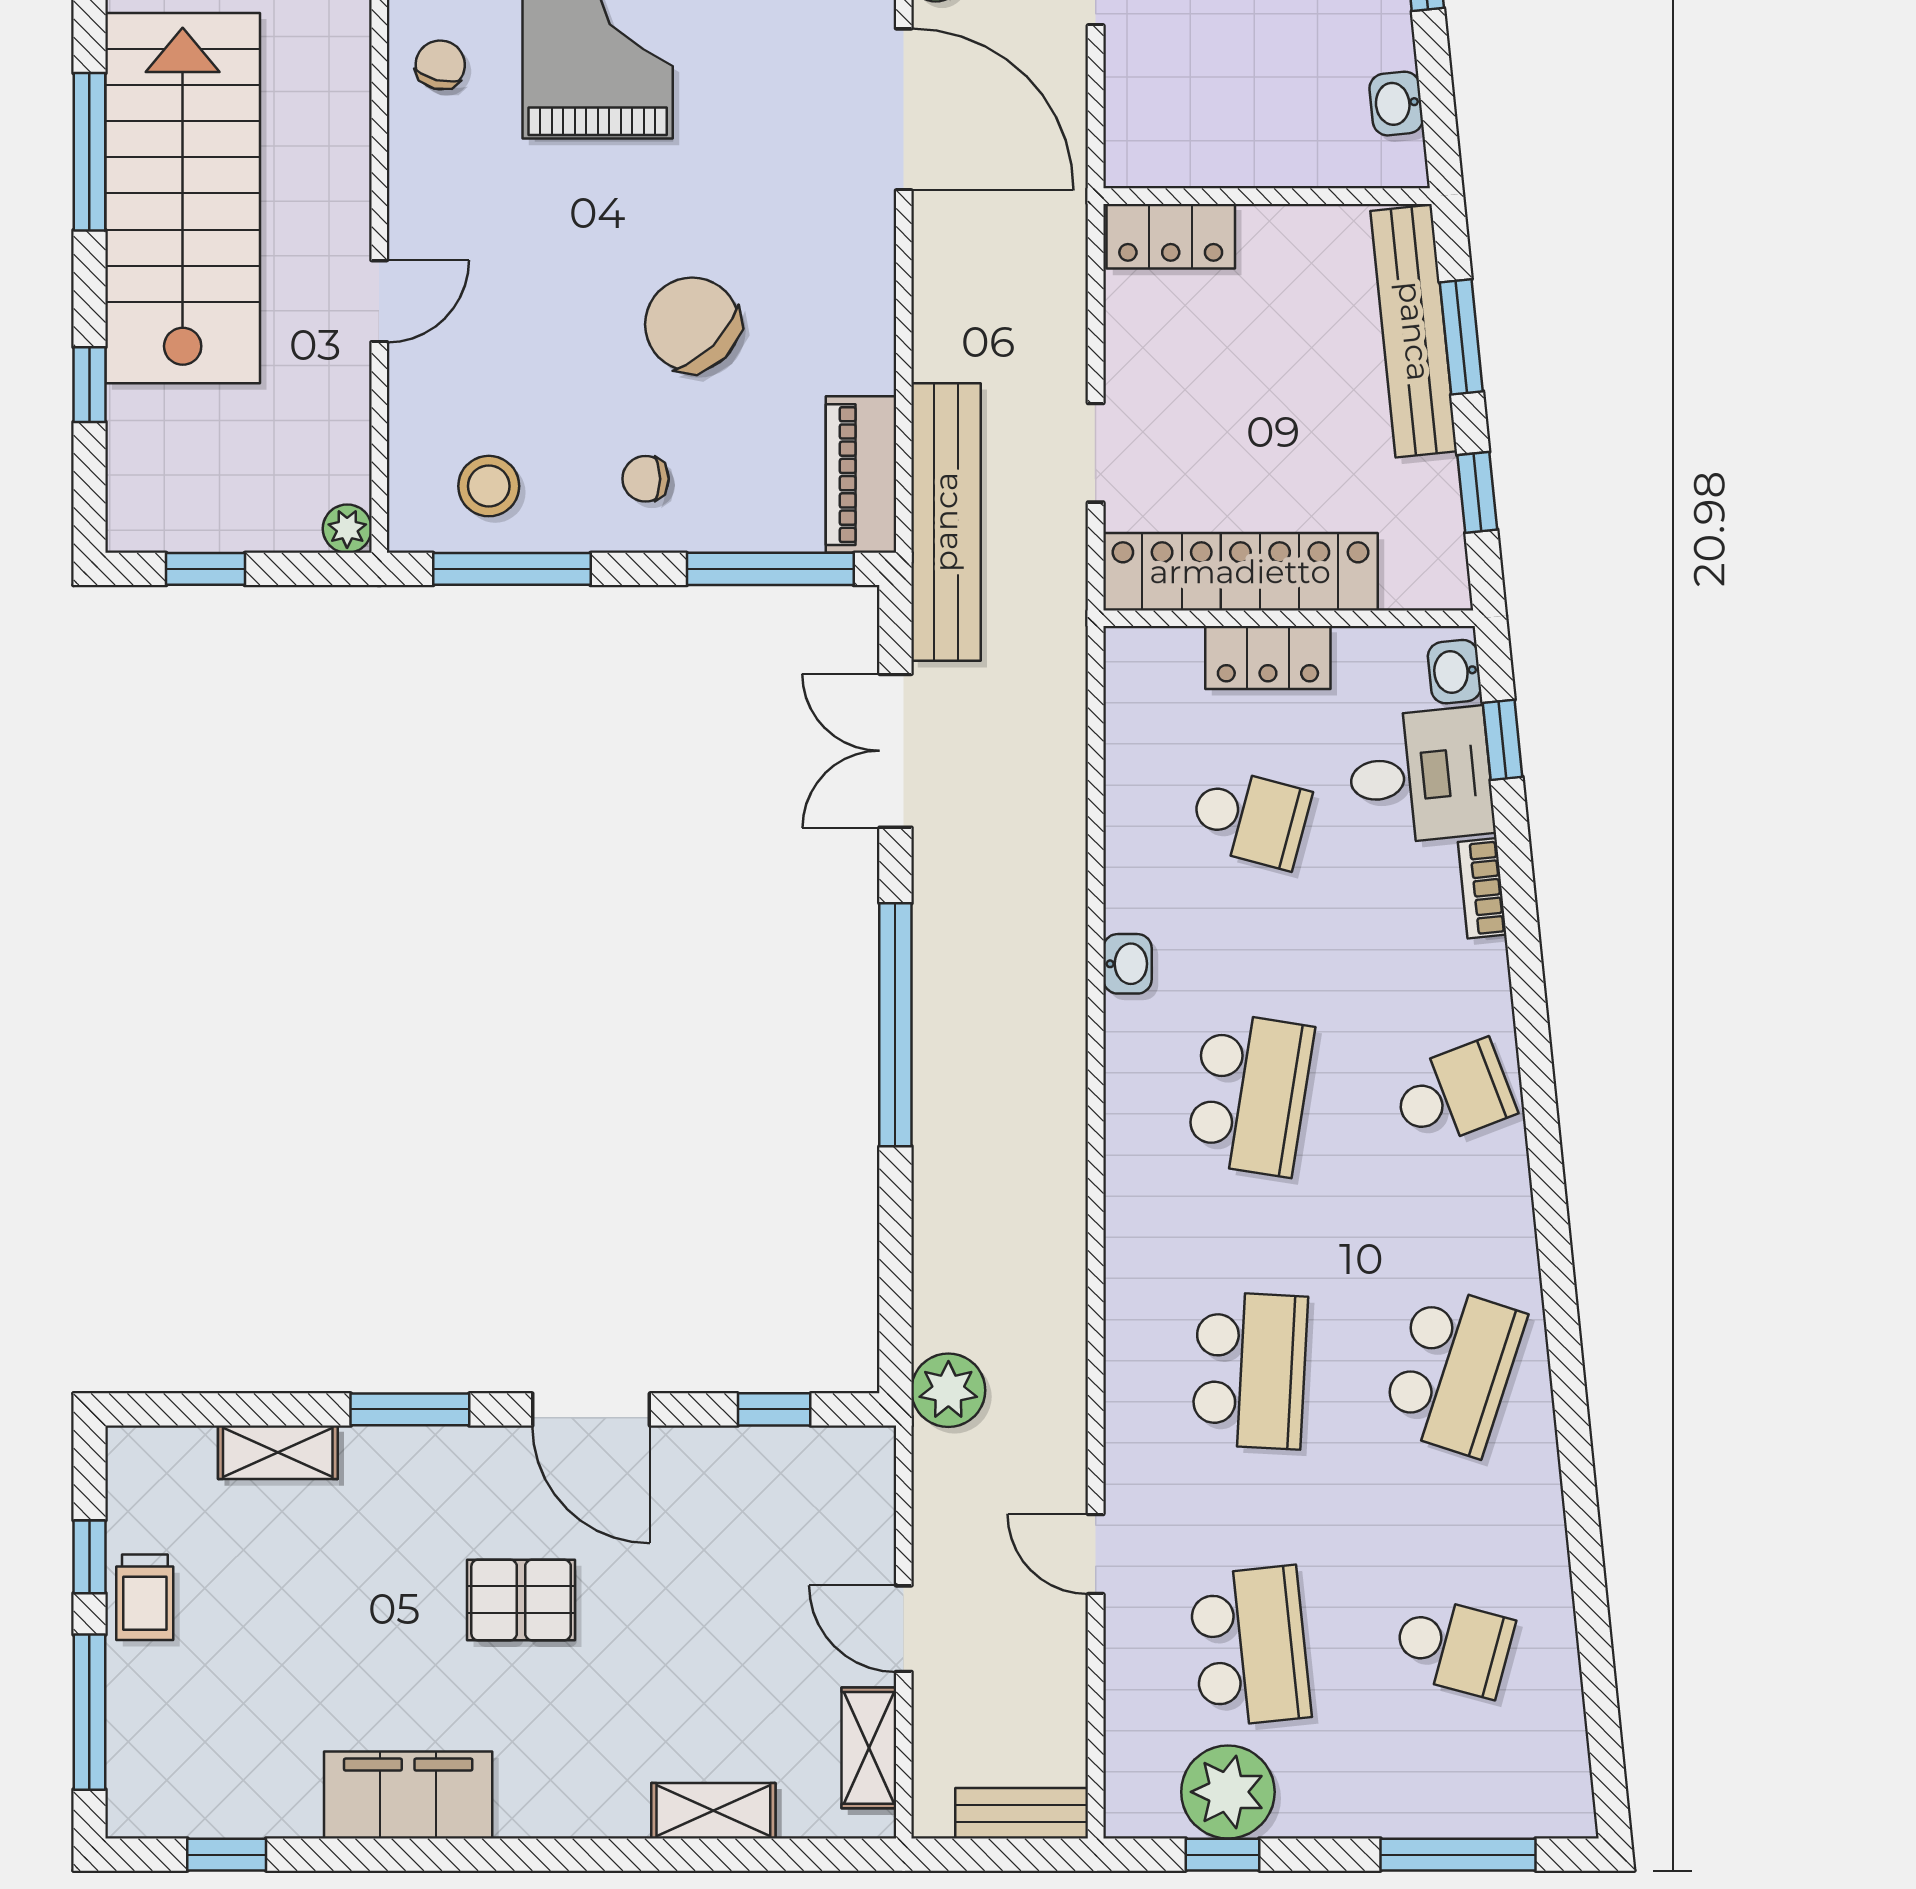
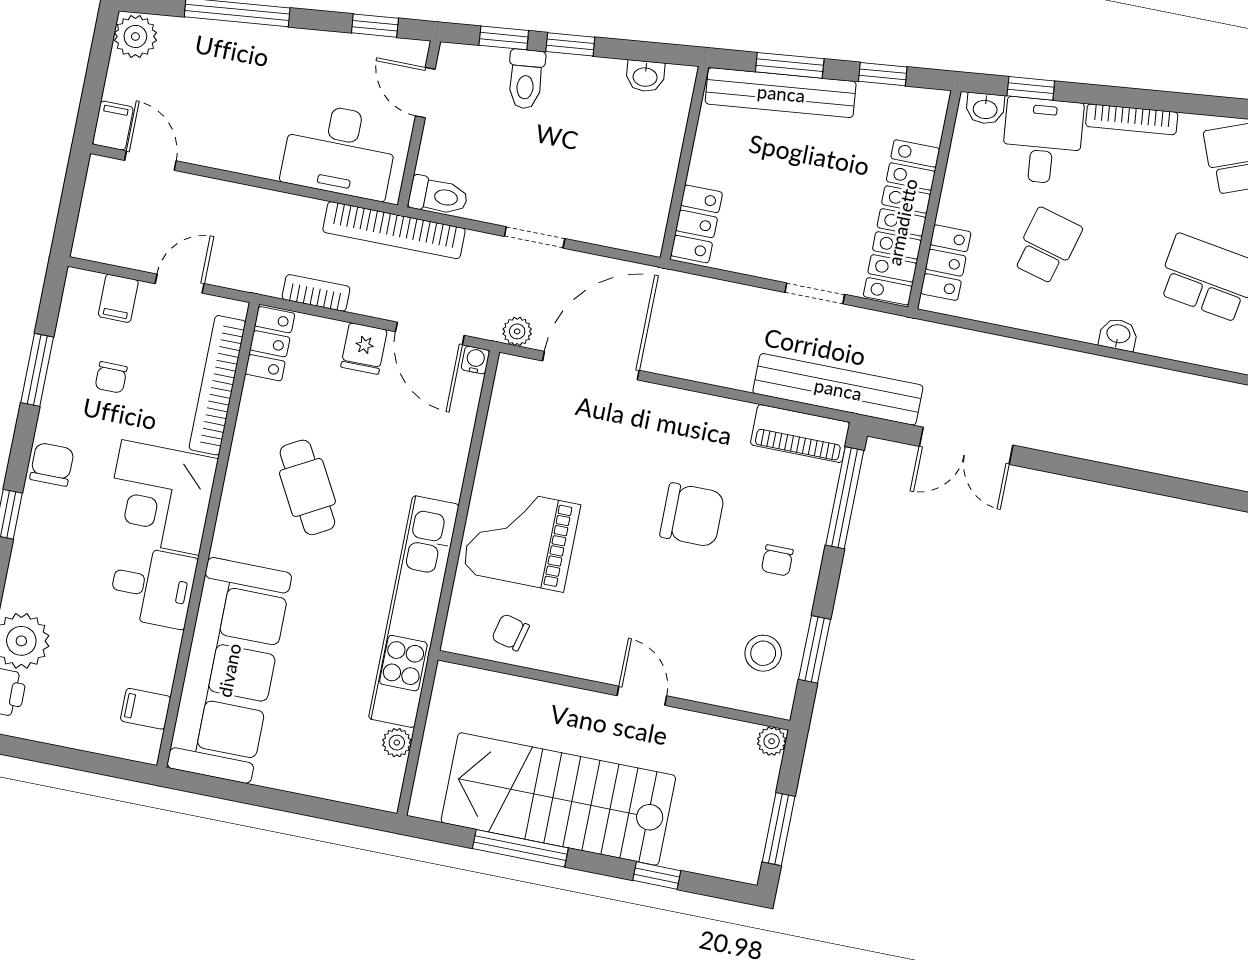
chair: (692, 324) -> (692, 515), turned -135
window: (205, 569) -> (779, 829), width x1.50
window: (512, 569) -> (815, 649), width x0.69
locker: (1268, 657) -> (946, 263), moved
bookcase: (1482, 888) -> (1132, 119), width x1.56
window: (895, 1025) -> (1127, 478), removed

